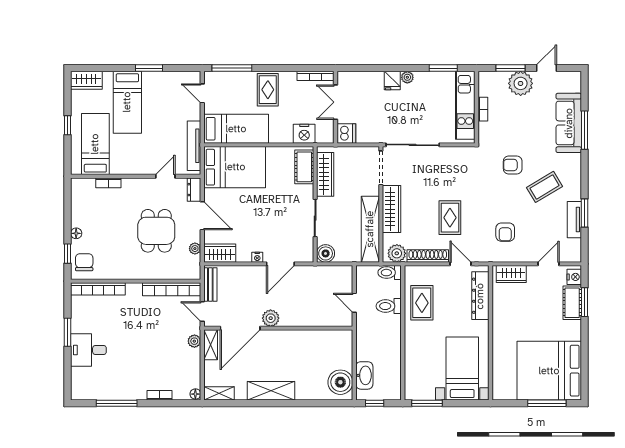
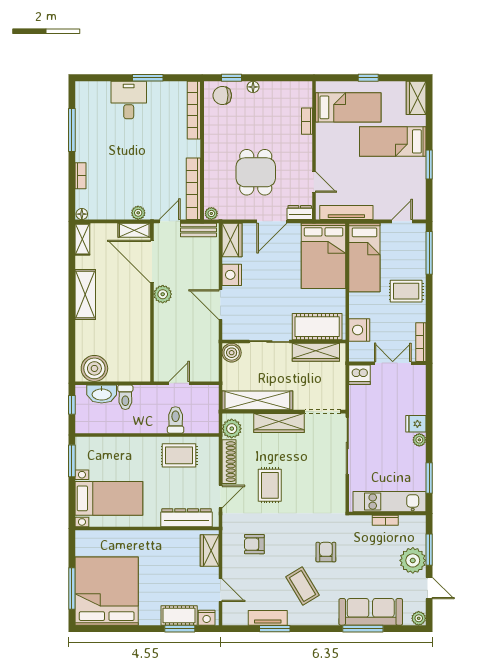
plant: (575, 78) -> (419, 618), added
cot: (304, 167) -> (317, 327), width x1.37, depth x1.34
rug: (450, 218) -> (270, 485), turned 90
dining table: (156, 231) -> (256, 172), turned 90
plant: (195, 249) -> (211, 213), moved
nightstand: (257, 257) -> (232, 275), width x1.89, depth x1.79
chair: (84, 262) -> (222, 95), turned 180
toilet: (390, 273) -> (125, 397), moved, turned 180

